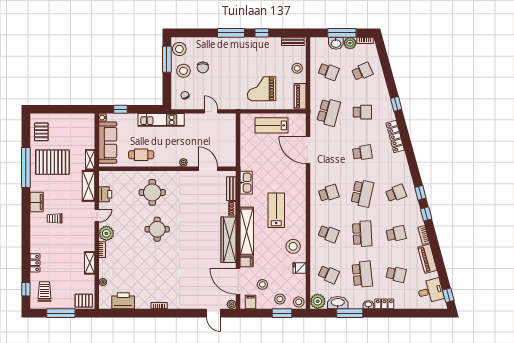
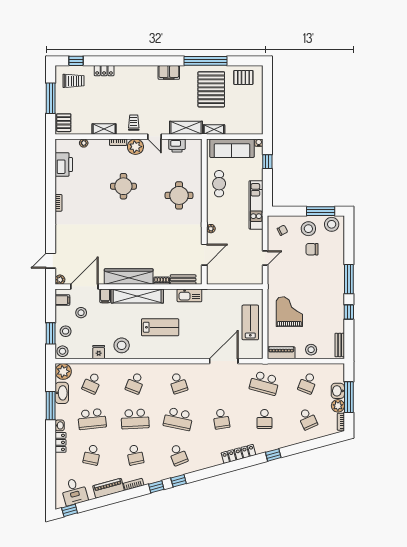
trolley: (55, 218) -> (134, 123), moved
round table: (157, 229) -> (123, 186), moved

